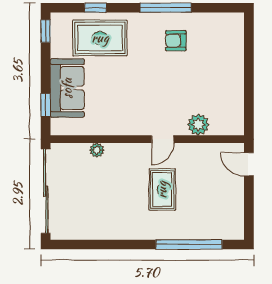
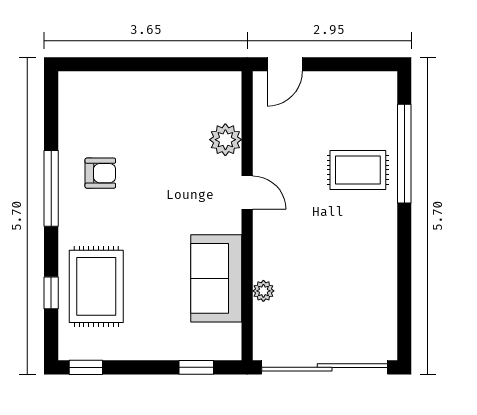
armchair: (176, 41) -> (100, 173), turned -90
sofa: (67, 88) -> (216, 278), moved, turned -90
rug: (162, 190) -> (358, 170), moved

